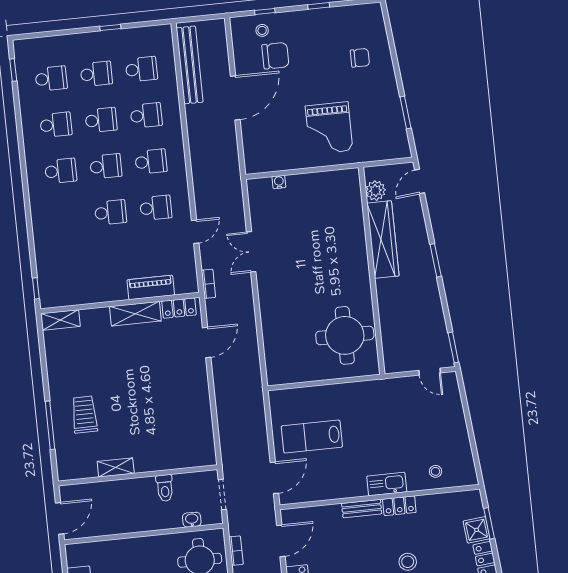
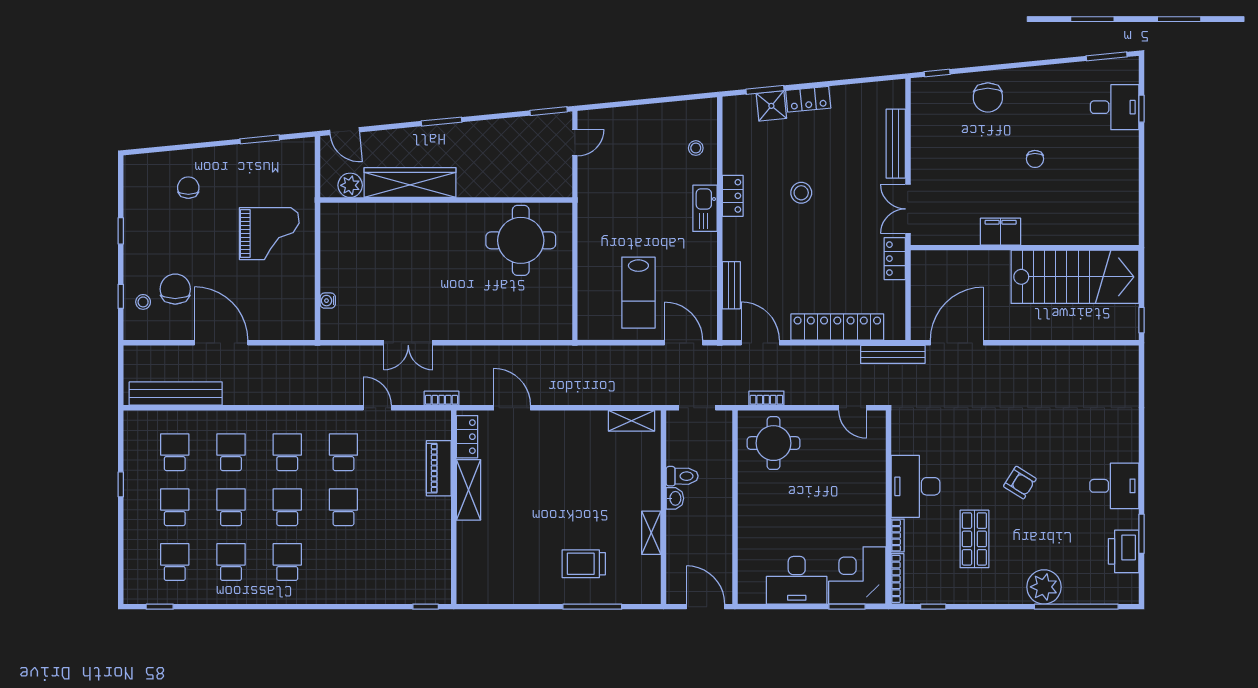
shelving: (60, 320) -> (632, 421), moved, turned 90
bench: (362, 509) -> (731, 285), moved
washbasin: (192, 520) -> (675, 498), moved, turned 180

